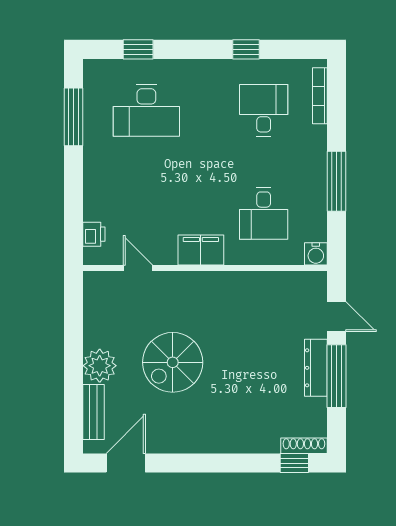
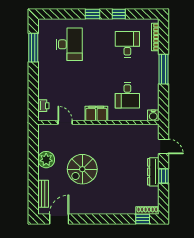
window: (138, 49) -> (93, 14), moved
desk: (146, 110) -> (69, 44), turned -90
window: (336, 181) -> (163, 69), moved
plant: (100, 366) -> (46, 160), moved
window: (336, 376) -> (163, 176), width x0.46

